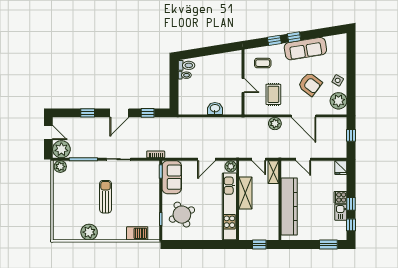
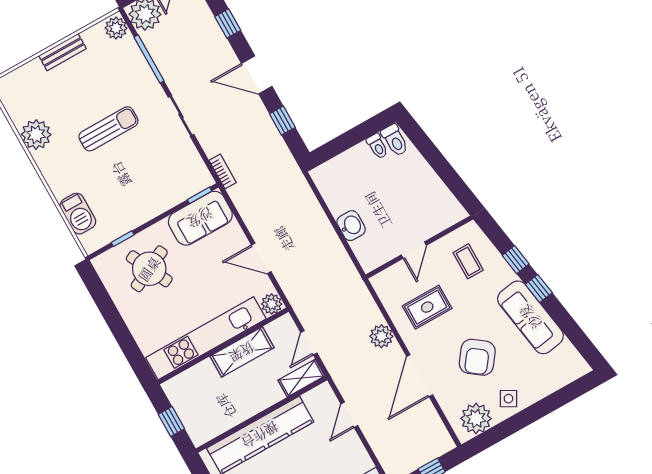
bench: (57, 198) -> (62, 52), added

